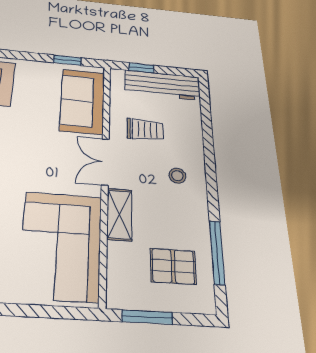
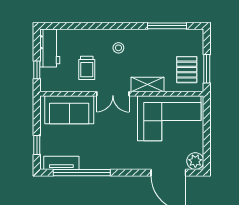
window: (67, 60) -> (37, 145), moved
workbench: (163, 85) -> (50, 48), width x0.73
trolley: (145, 130) -> (87, 68), turned 180
pallet: (173, 266) -> (187, 70), moved

